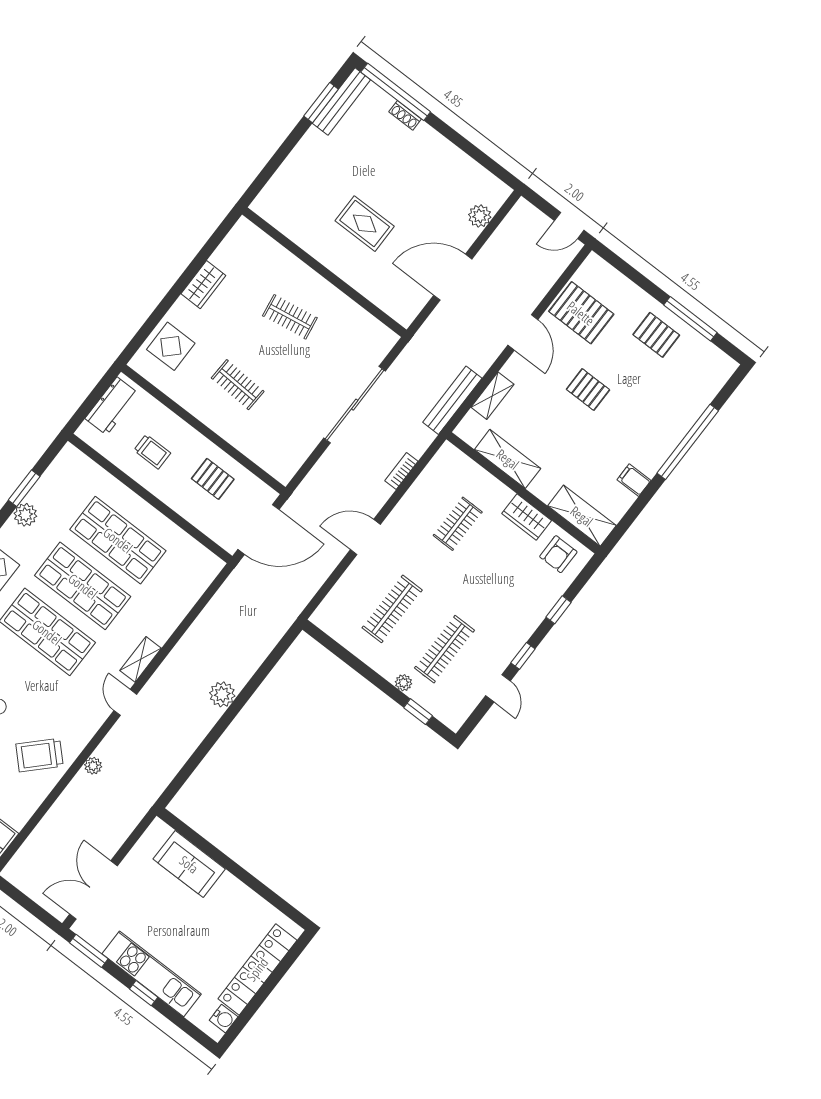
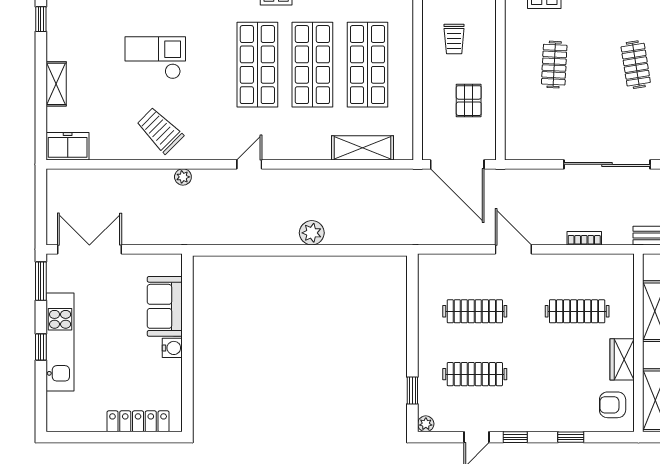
clothes rail: (458, 524) -> (577, 311), width x1.36
shelving: (141, 659) -> (363, 148), moved, width x1.50, depth x1.33
plant: (403, 683) -> (426, 424), moved
locker: (257, 969) -> (138, 421), width x0.71, depth x0.83
water cooler: (224, 1019) -> (172, 348), moved, turned -90

